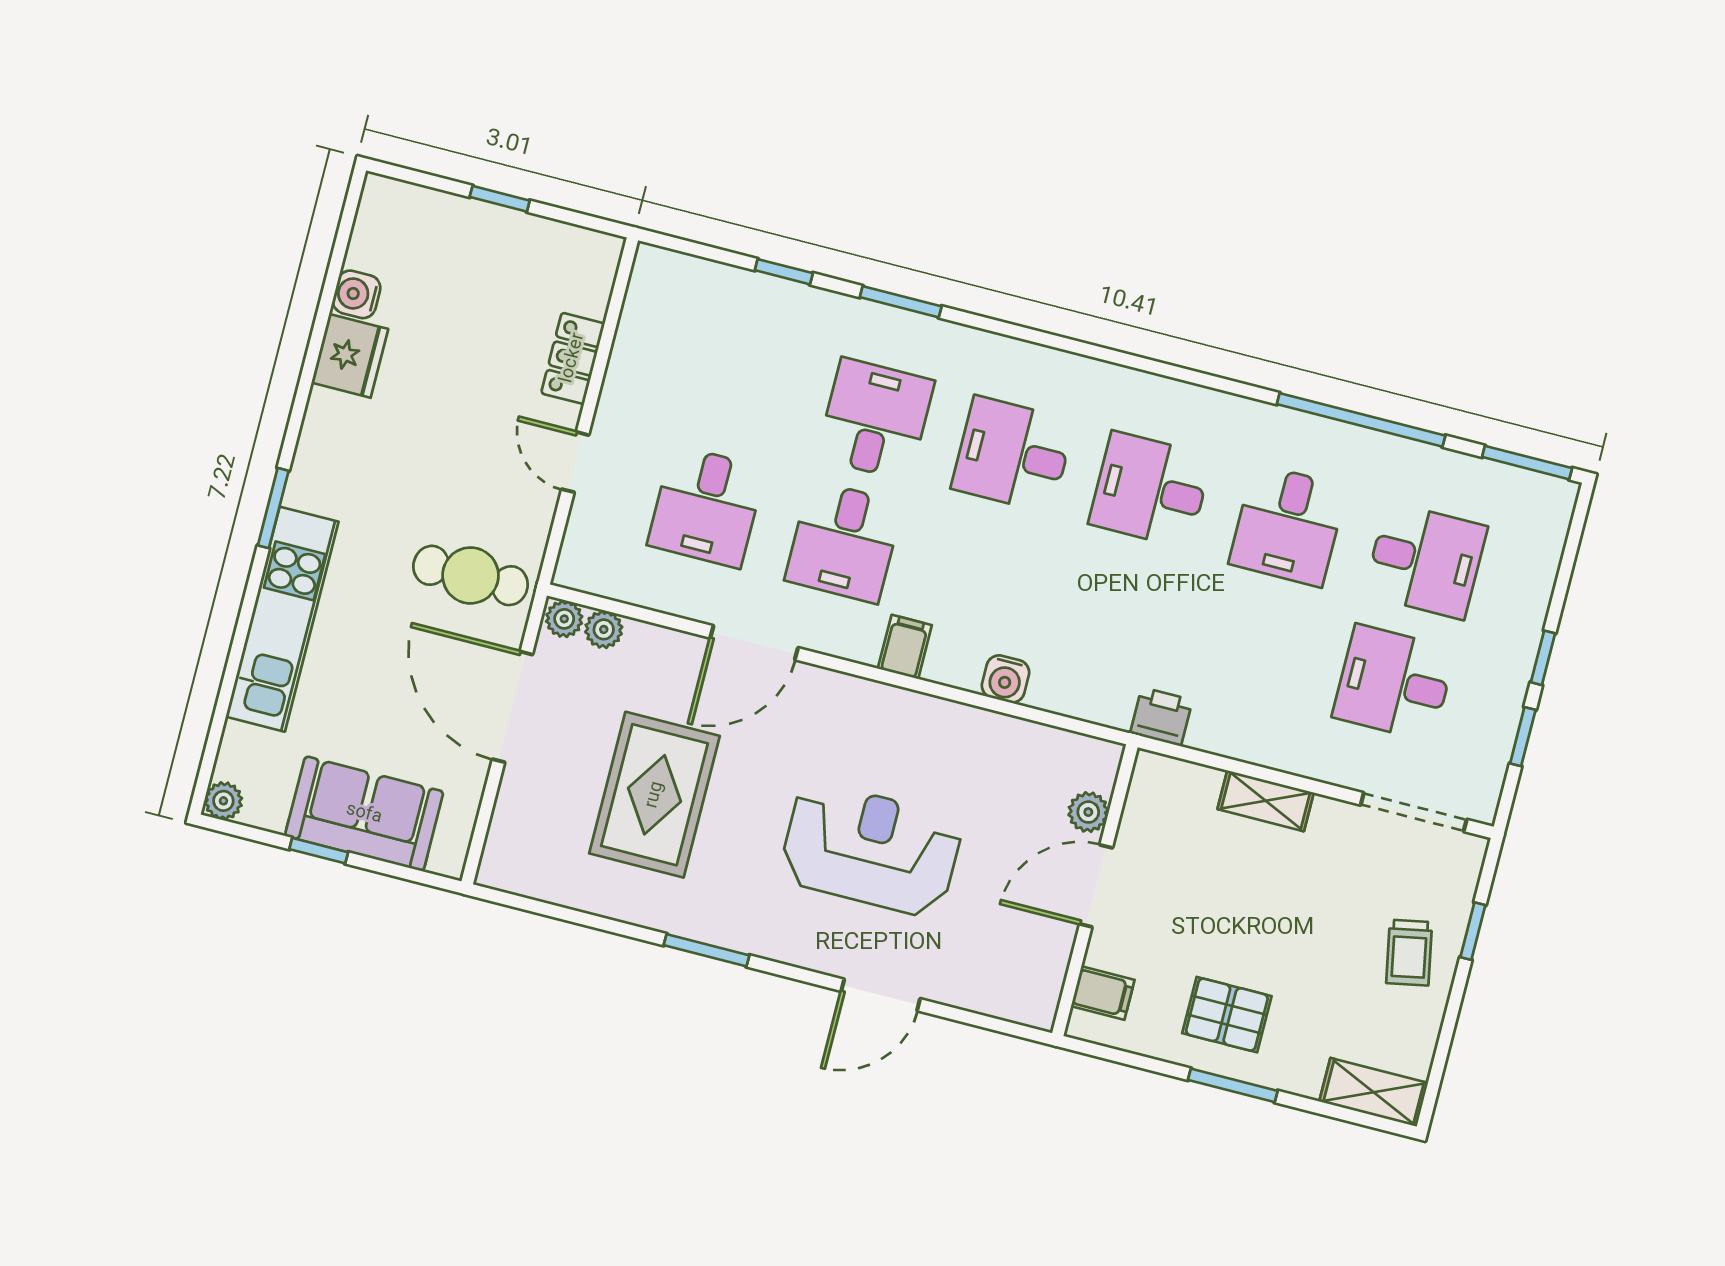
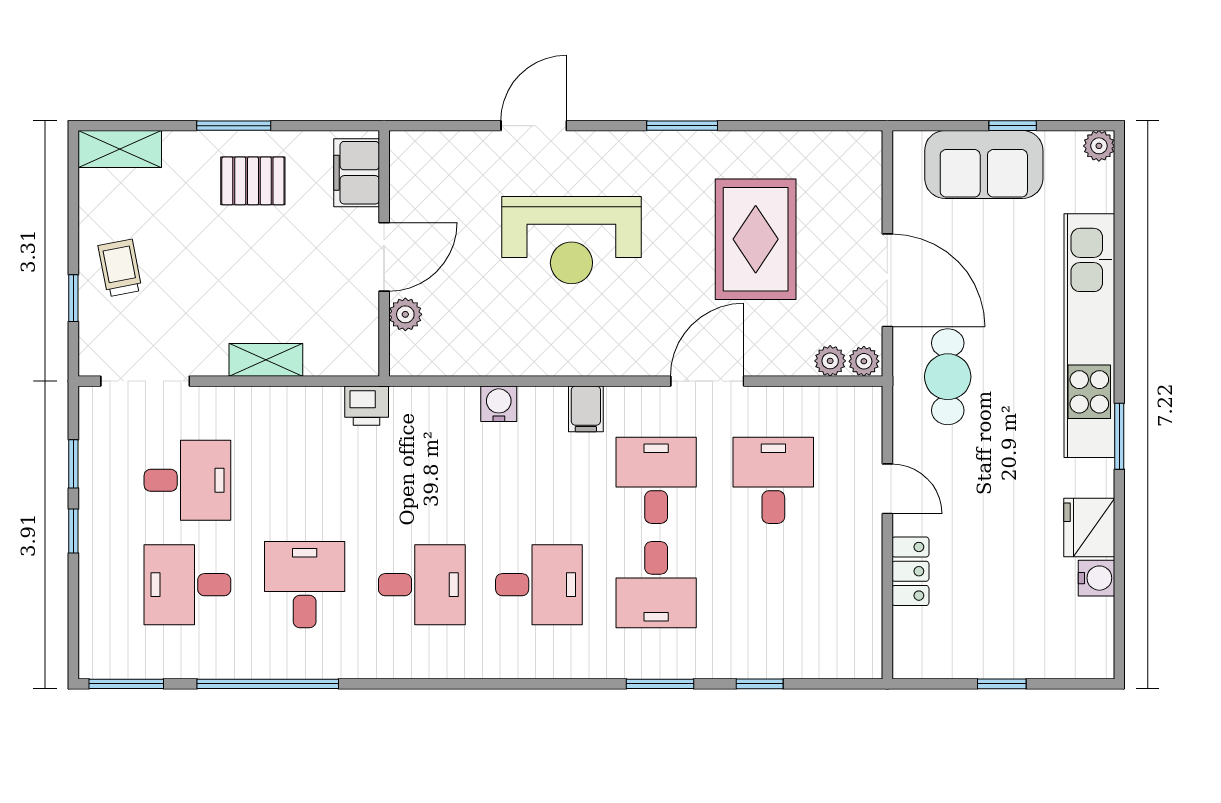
window: (273, 508) -> (1119, 436), moved
cafe table: (471, 575) -> (948, 377), turned 90
kitchen unit: (282, 619) -> (1089, 336), width x1.36
filing cabinet: (1103, 993) -> (357, 173), width x2.00

